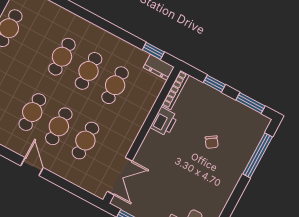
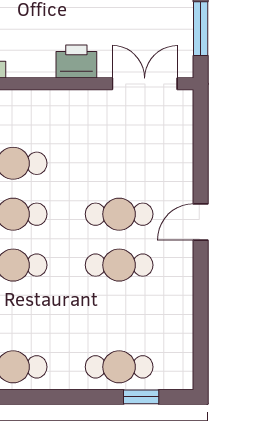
printer: (164, 122) -> (76, 61), moved
cafe table: (85, 141) -> (119, 163), removed

